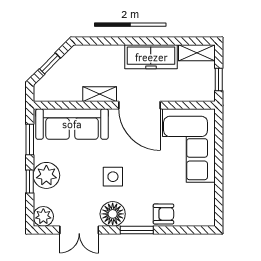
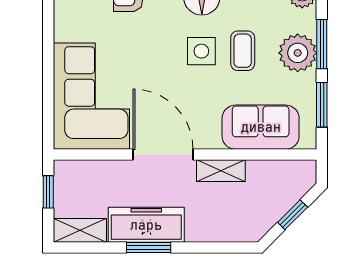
window: (149, 41) -> (149, 247), added
sofa: (72, 124) -> (261, 127), width x0.73
coffee table: (84, 177) -> (243, 51), added
window: (30, 181) -> (322, 44), width x1.50

